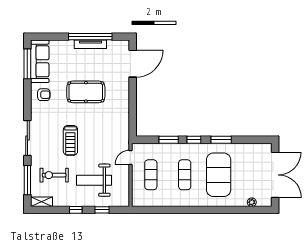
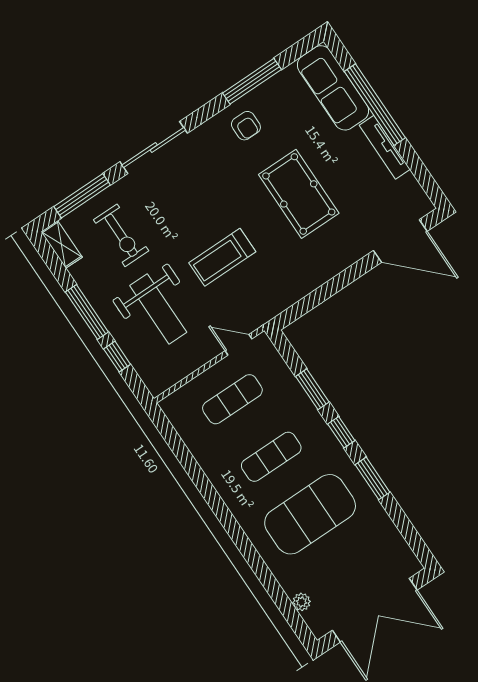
window: (90, 37) -> (375, 105), moved
sofa: (40, 61) -> (333, 88), moved, turned 90
window: (27, 64) -> (252, 81), moved
treadmill: (70, 140) -> (222, 257), moved
exercise bike: (54, 175) -> (121, 235), turned 180
weight bench: (94, 180) -> (158, 309), turned 180
window: (76, 210) -> (87, 312), width x2.17

